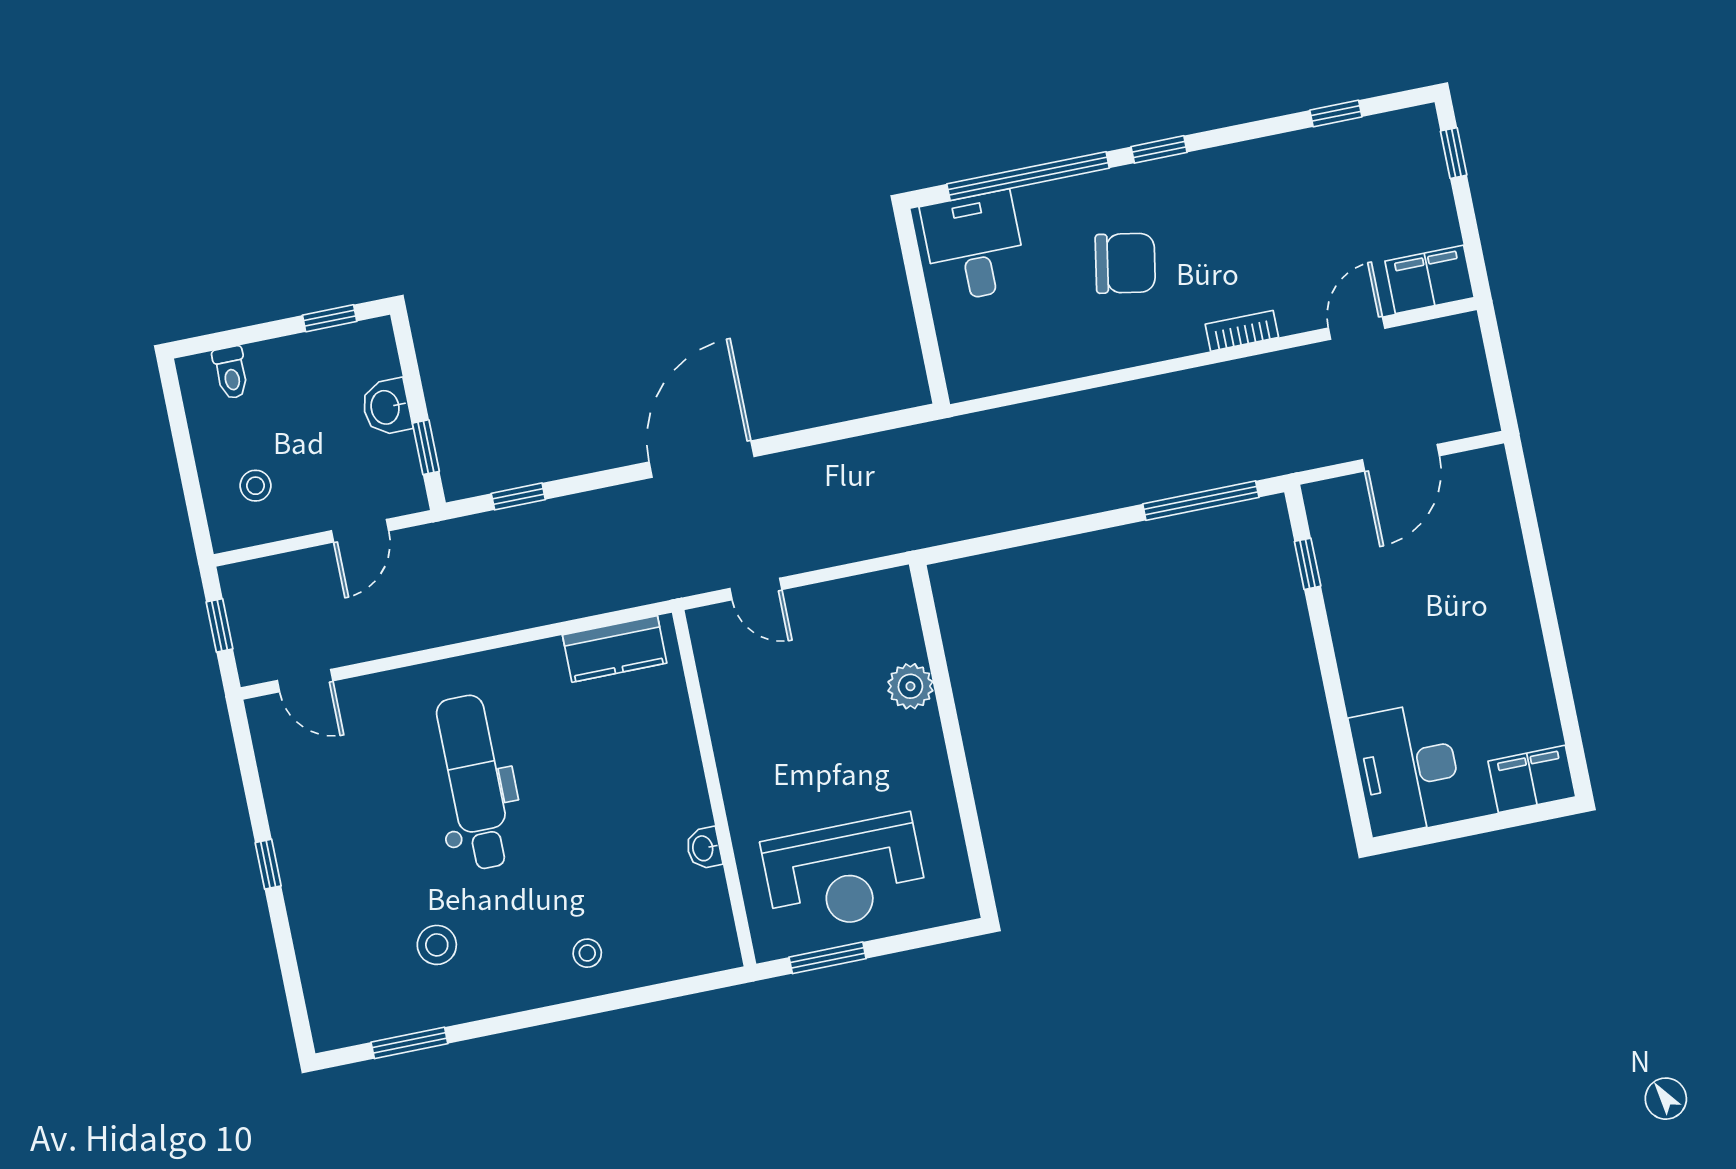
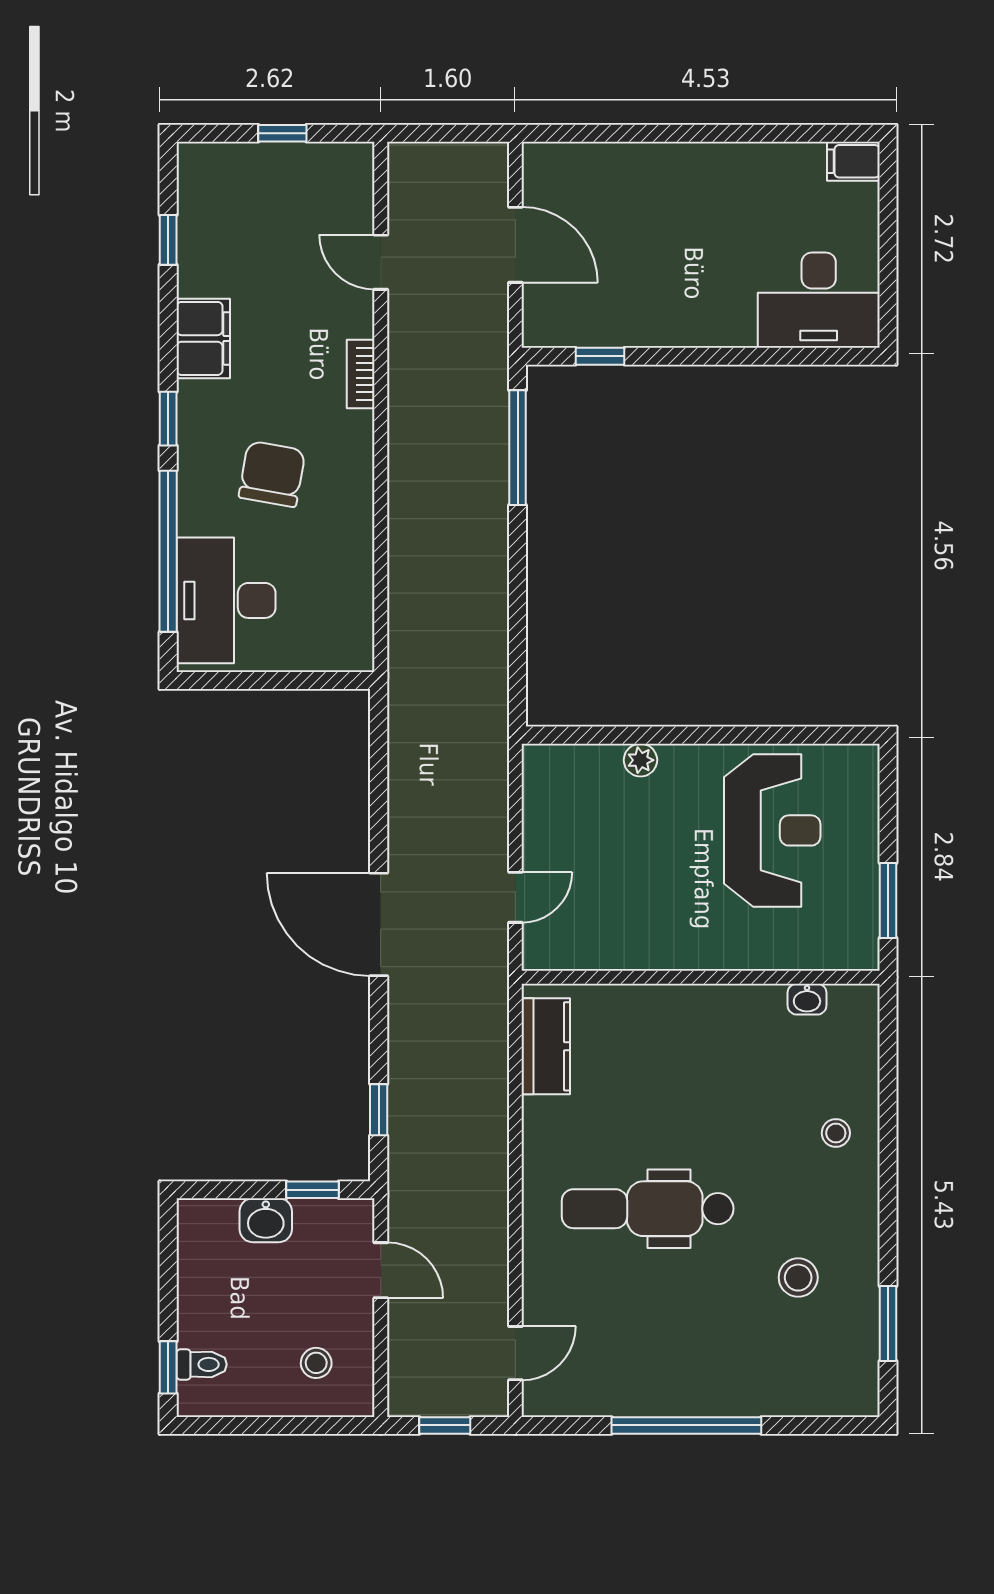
window: (1454, 153) -> (282, 133), moved
desk: (974, 247) -> (226, 600), width x1.37
filing cabinet: (1430, 279) -> (203, 338), moved, turned 180
window: (330, 318) -> (168, 1367), moved
plant: (910, 686) -> (640, 760), width x0.73, depth x0.73
filing cabinet: (1532, 779) -> (853, 161), width x0.50
washbasin: (704, 848) -> (807, 999), moved
window: (268, 864) -> (686, 1425), width x3.17
reception desk: (845, 874) -> (772, 830), moved

